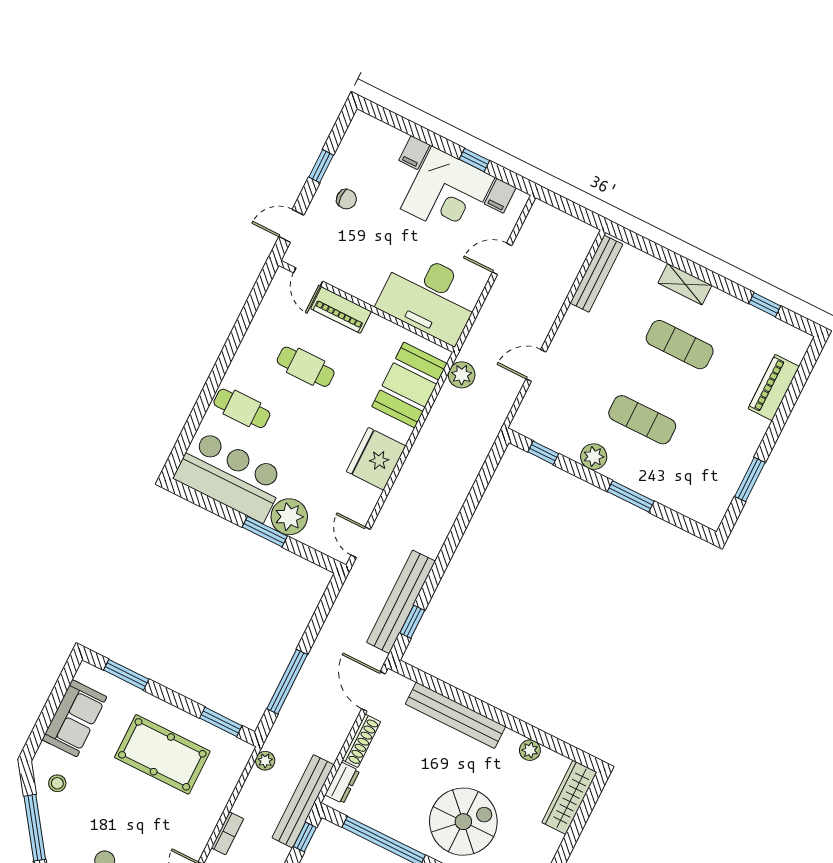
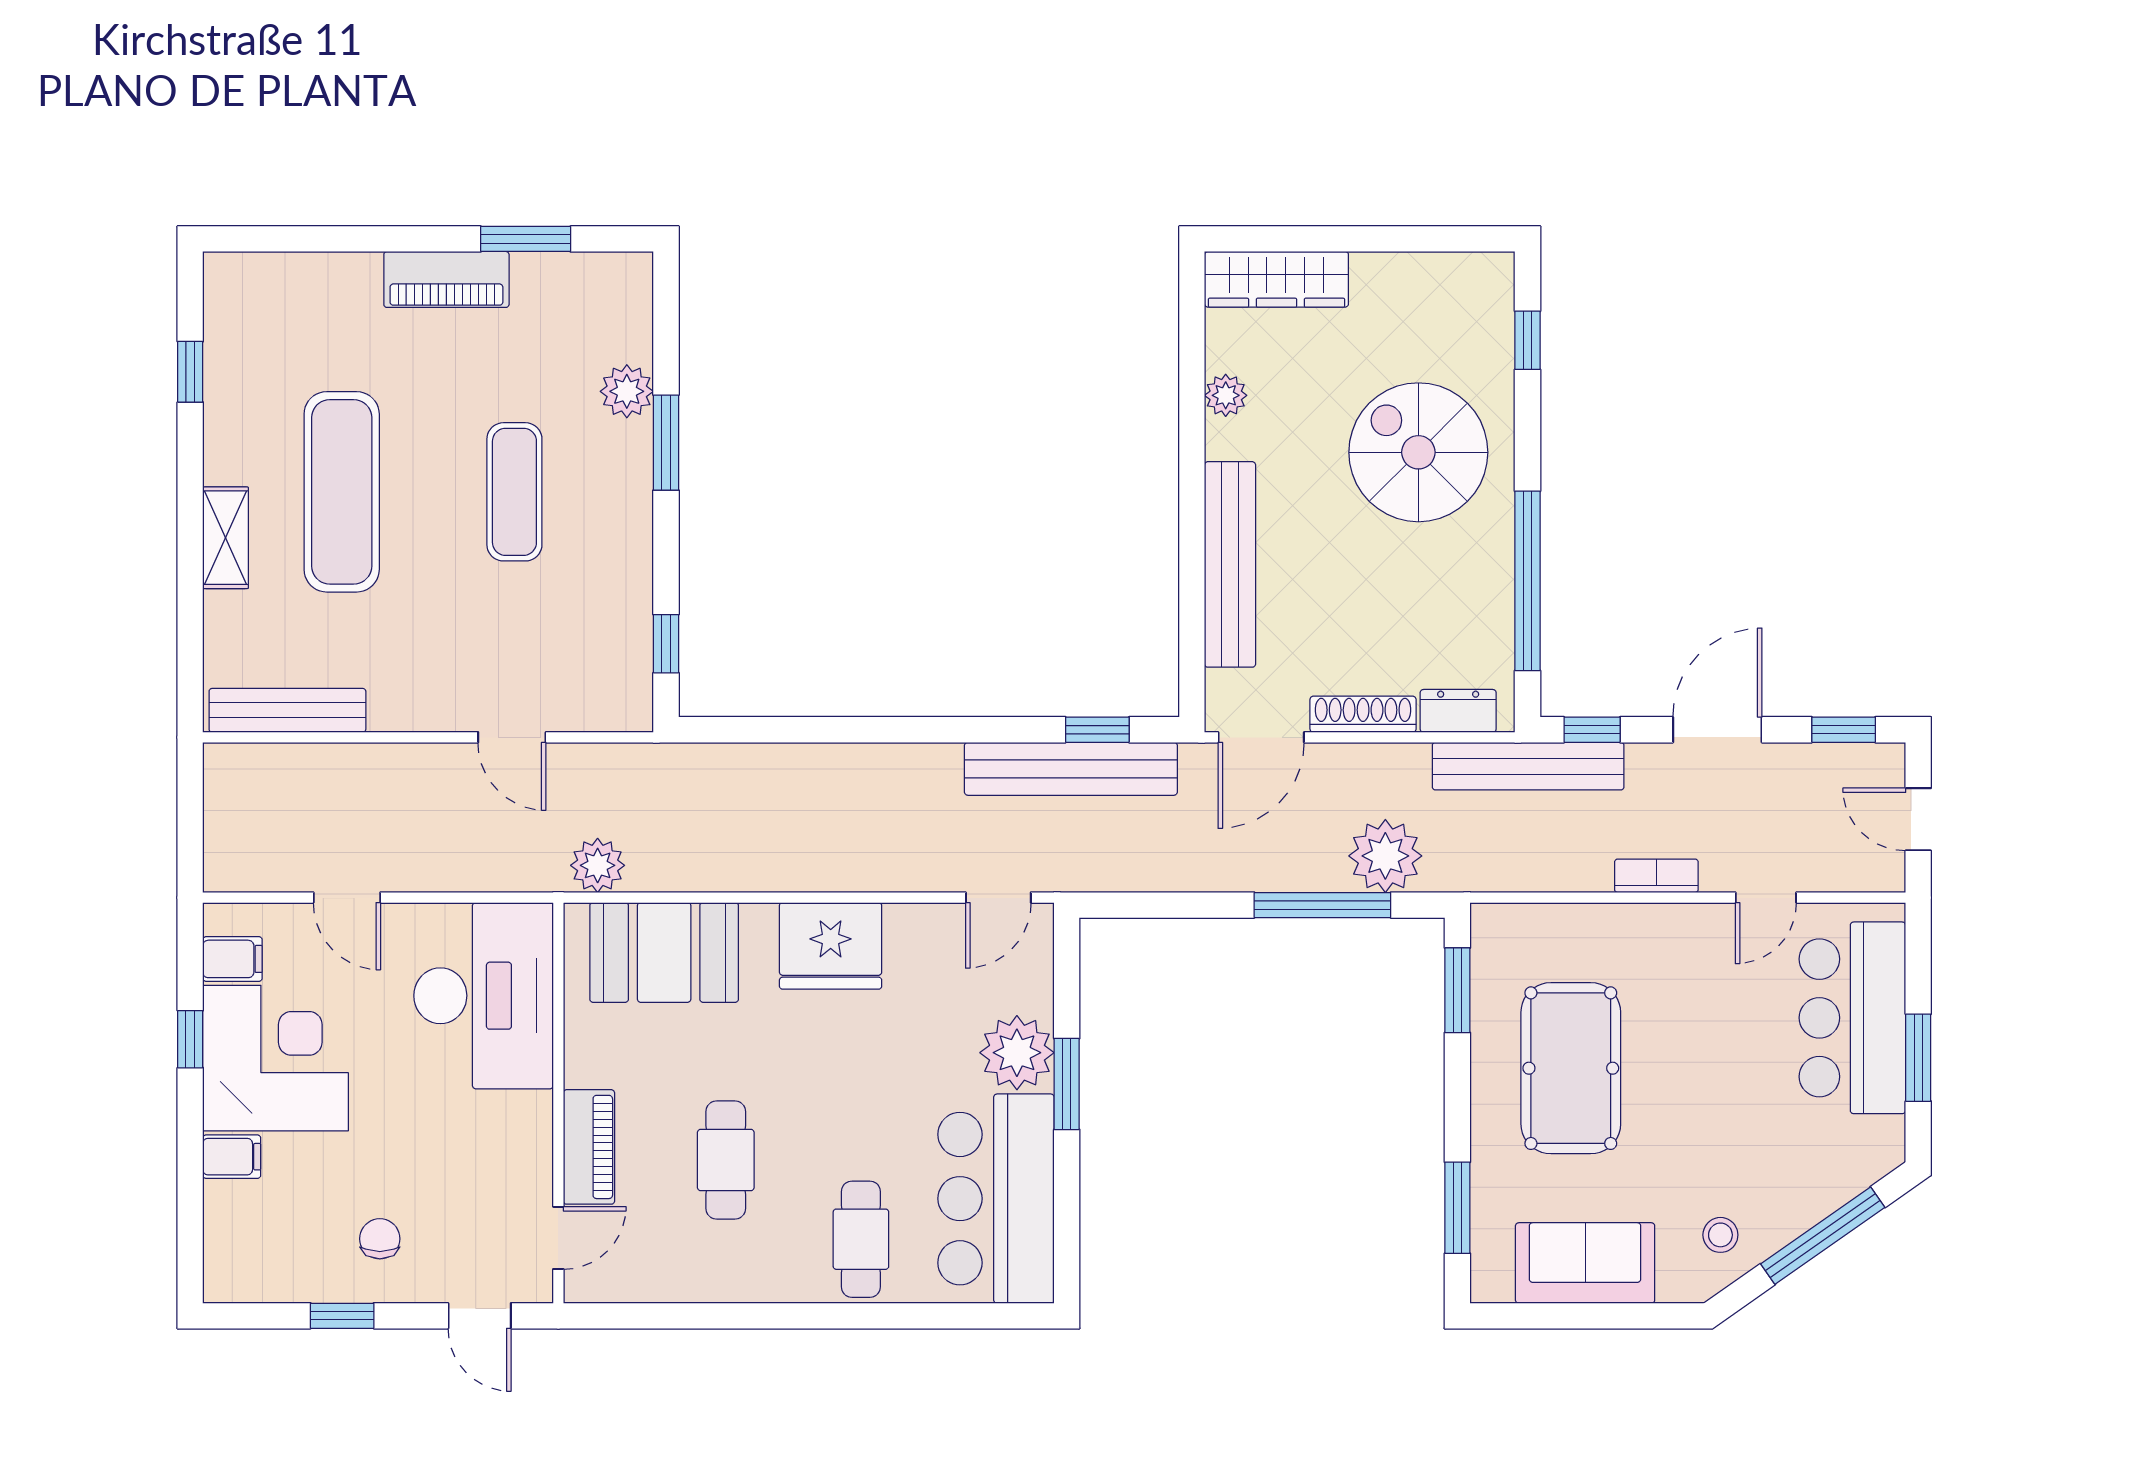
exercise mat: (680, 345) -> (342, 492), width x1.36, depth x1.45
piano: (774, 388) -> (446, 279), moved
plant: (594, 457) -> (627, 391), moved
plant: (265, 761) -> (1385, 856), moved, width x1.88, depth x1.88

